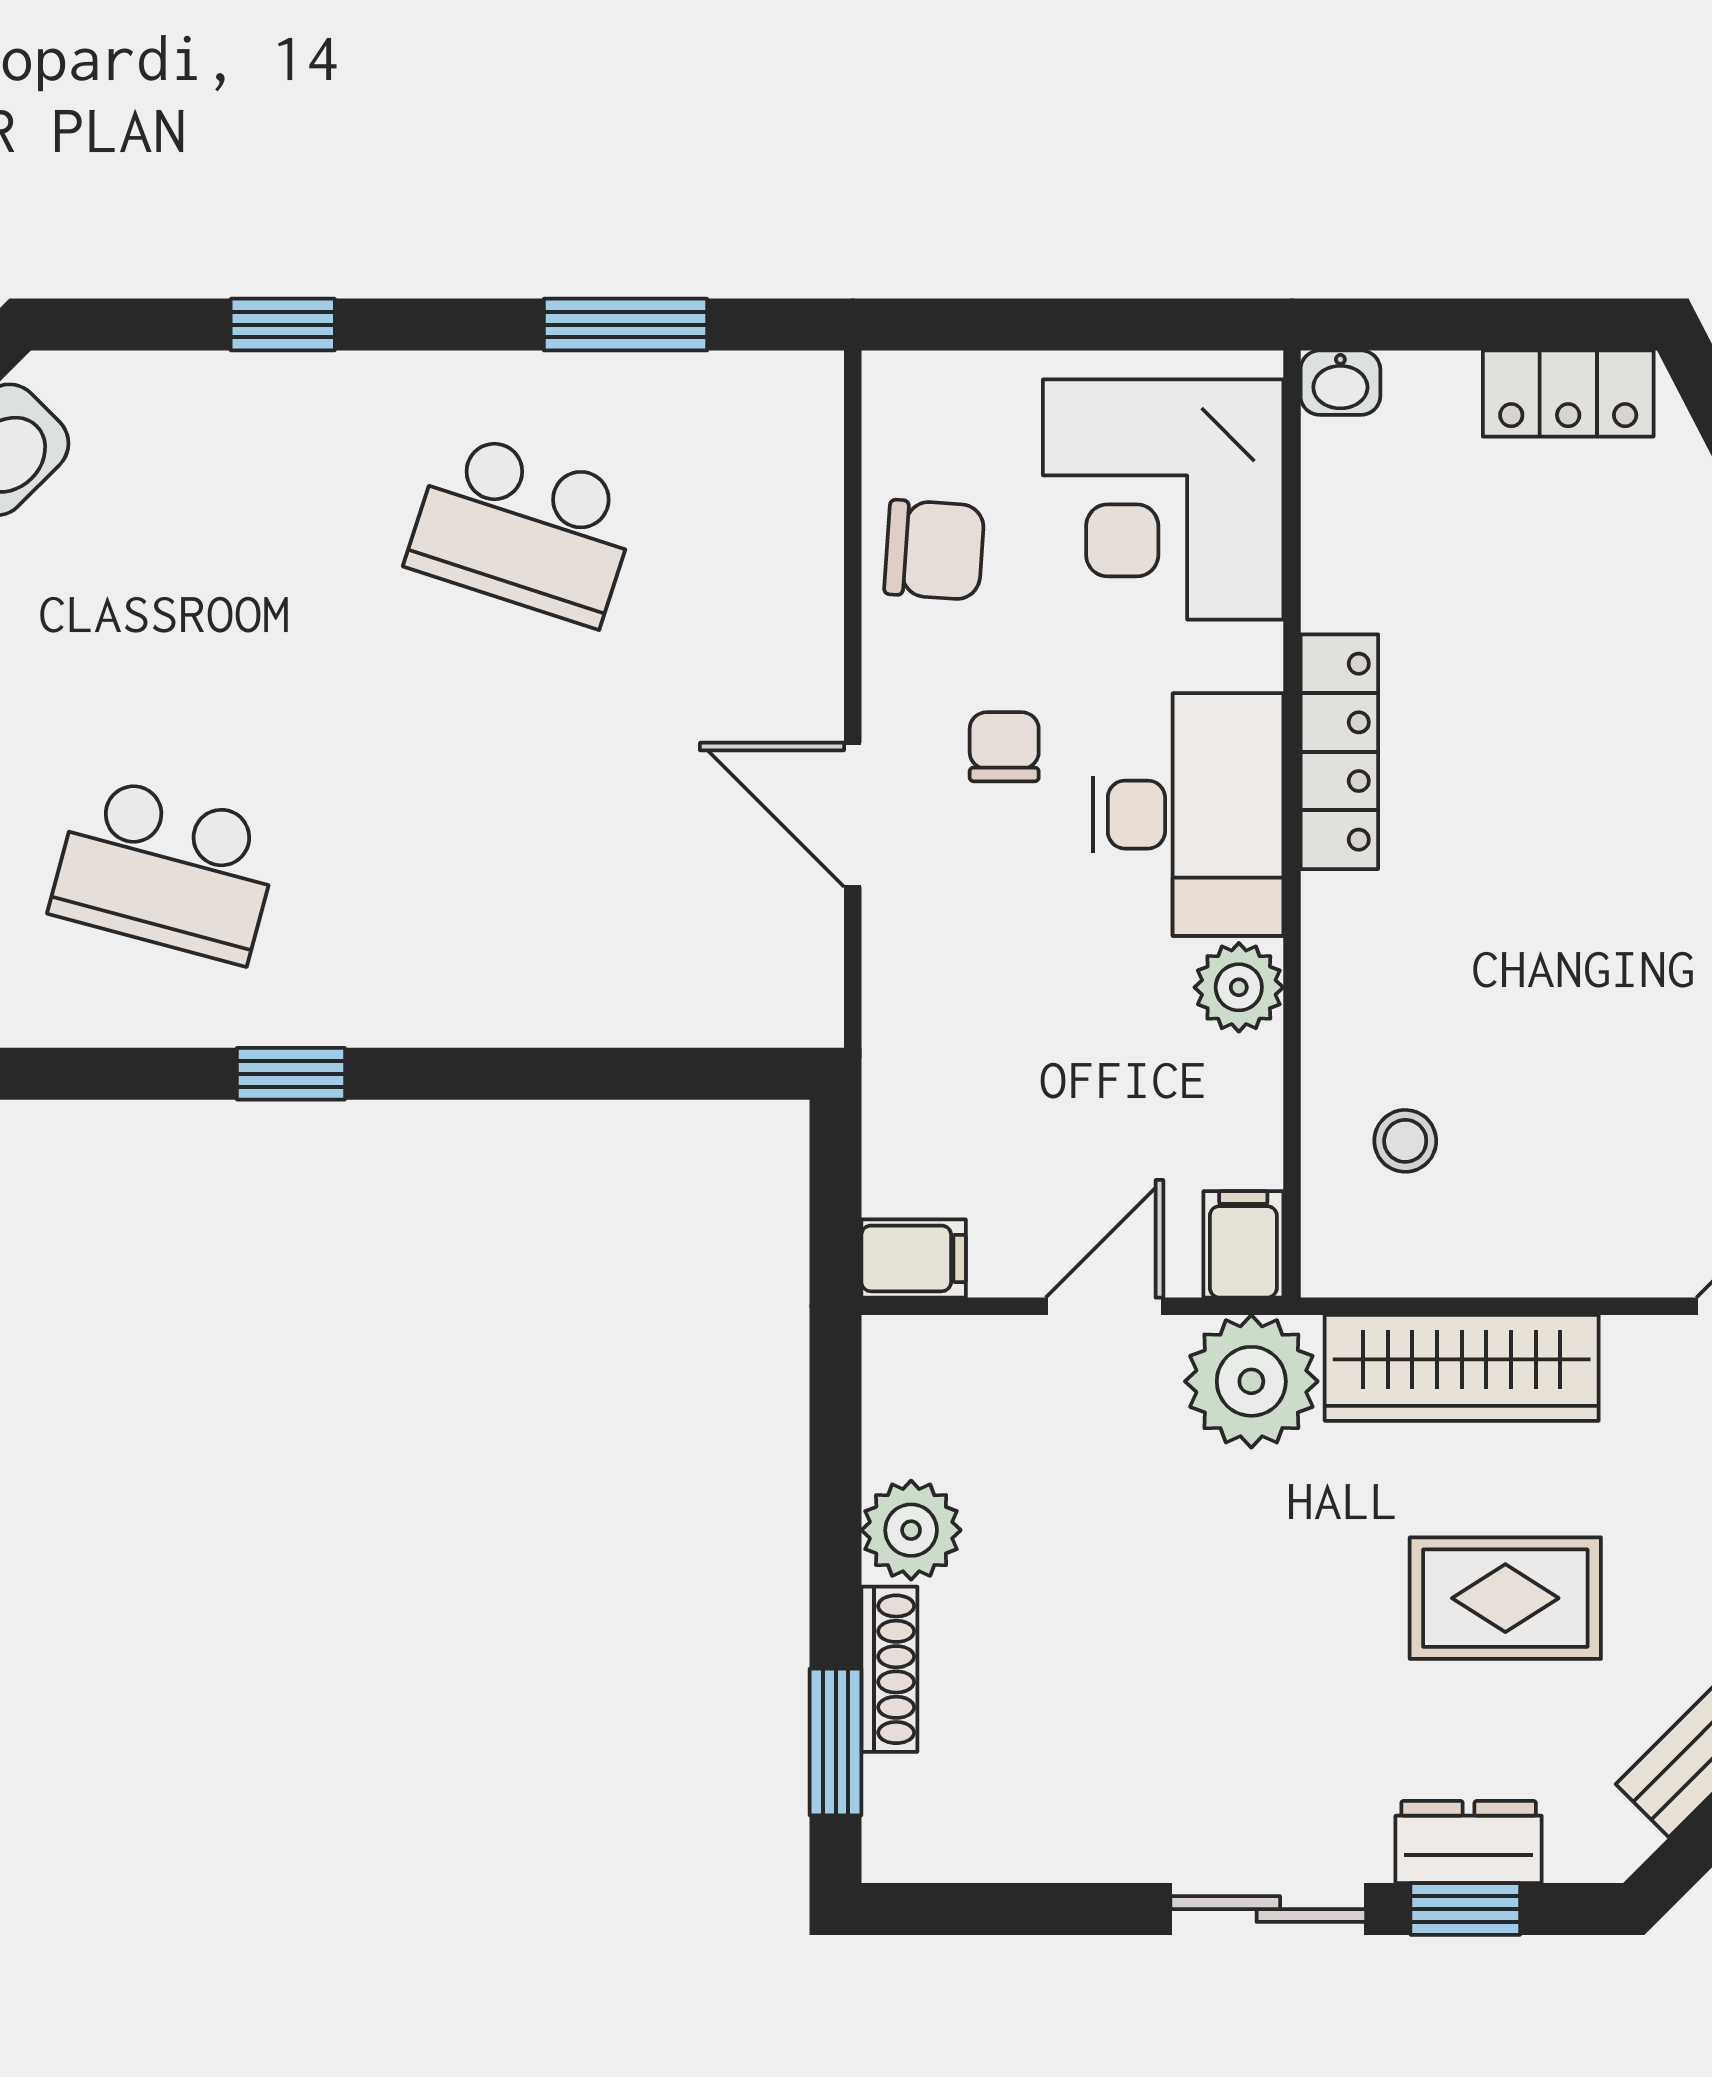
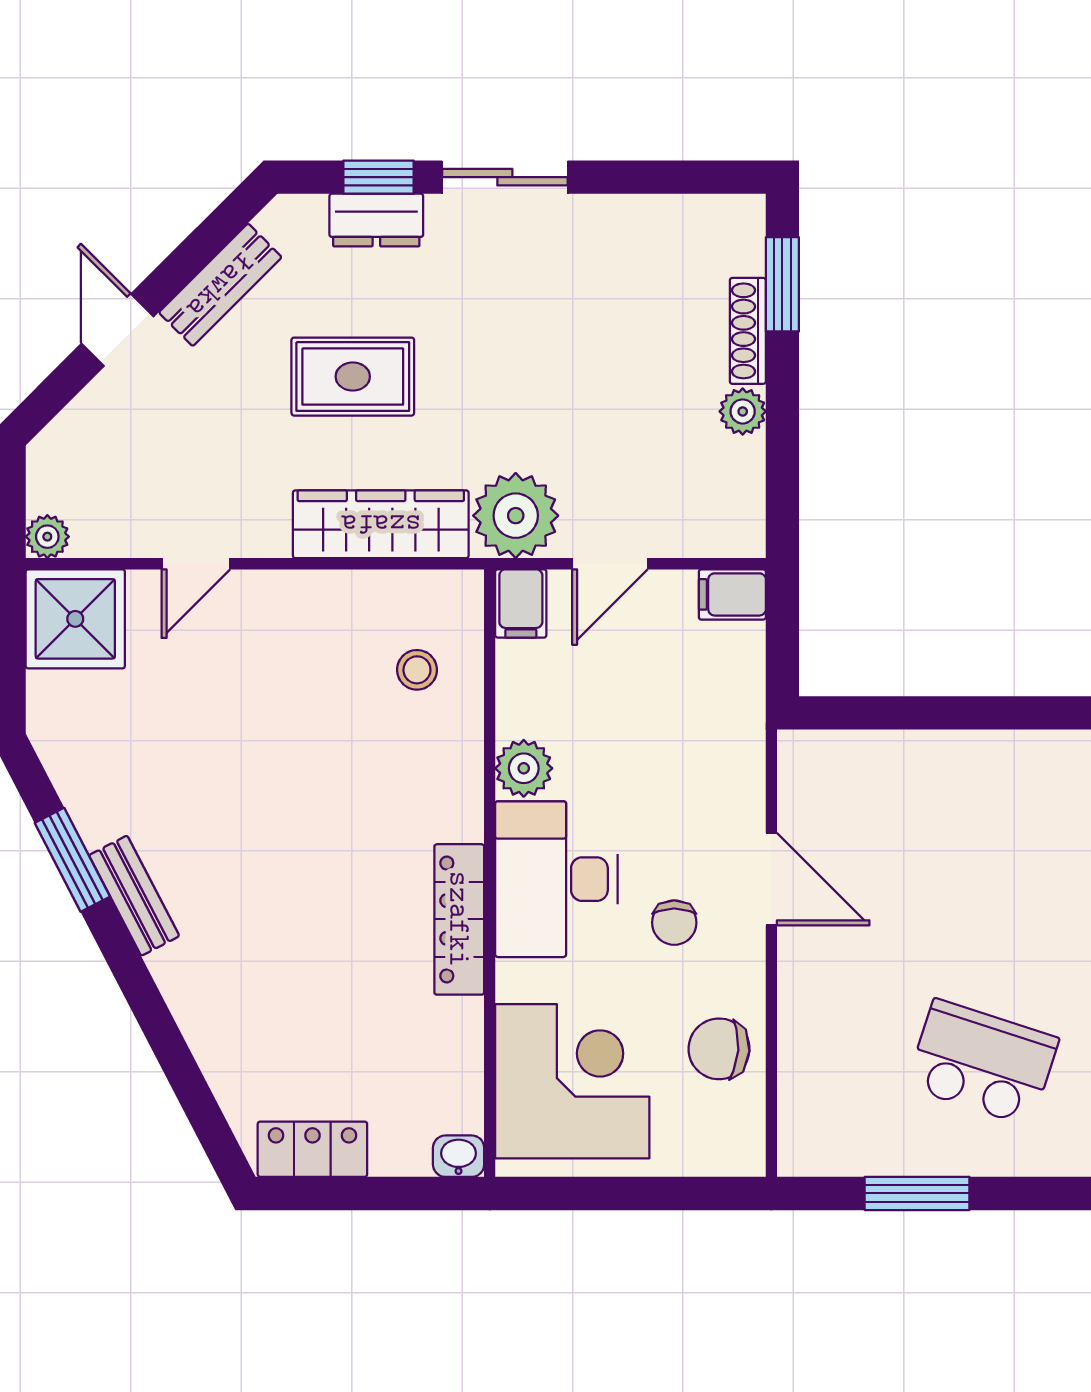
plant: (911, 1530) -> (743, 411), width x0.73, depth x0.73

